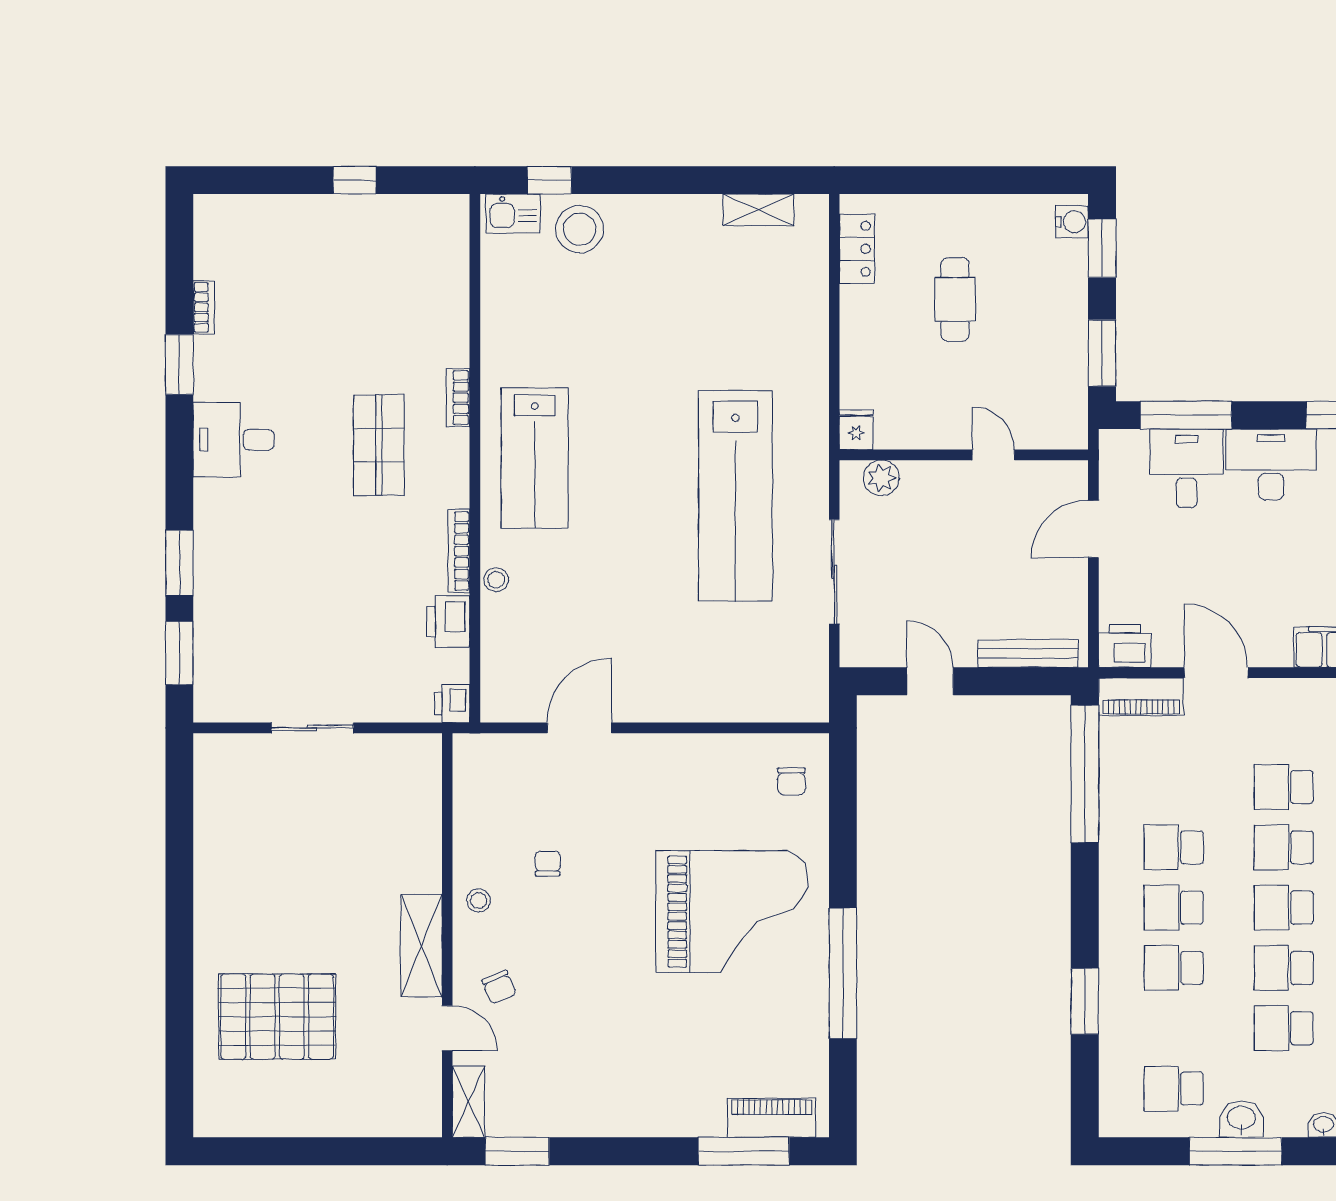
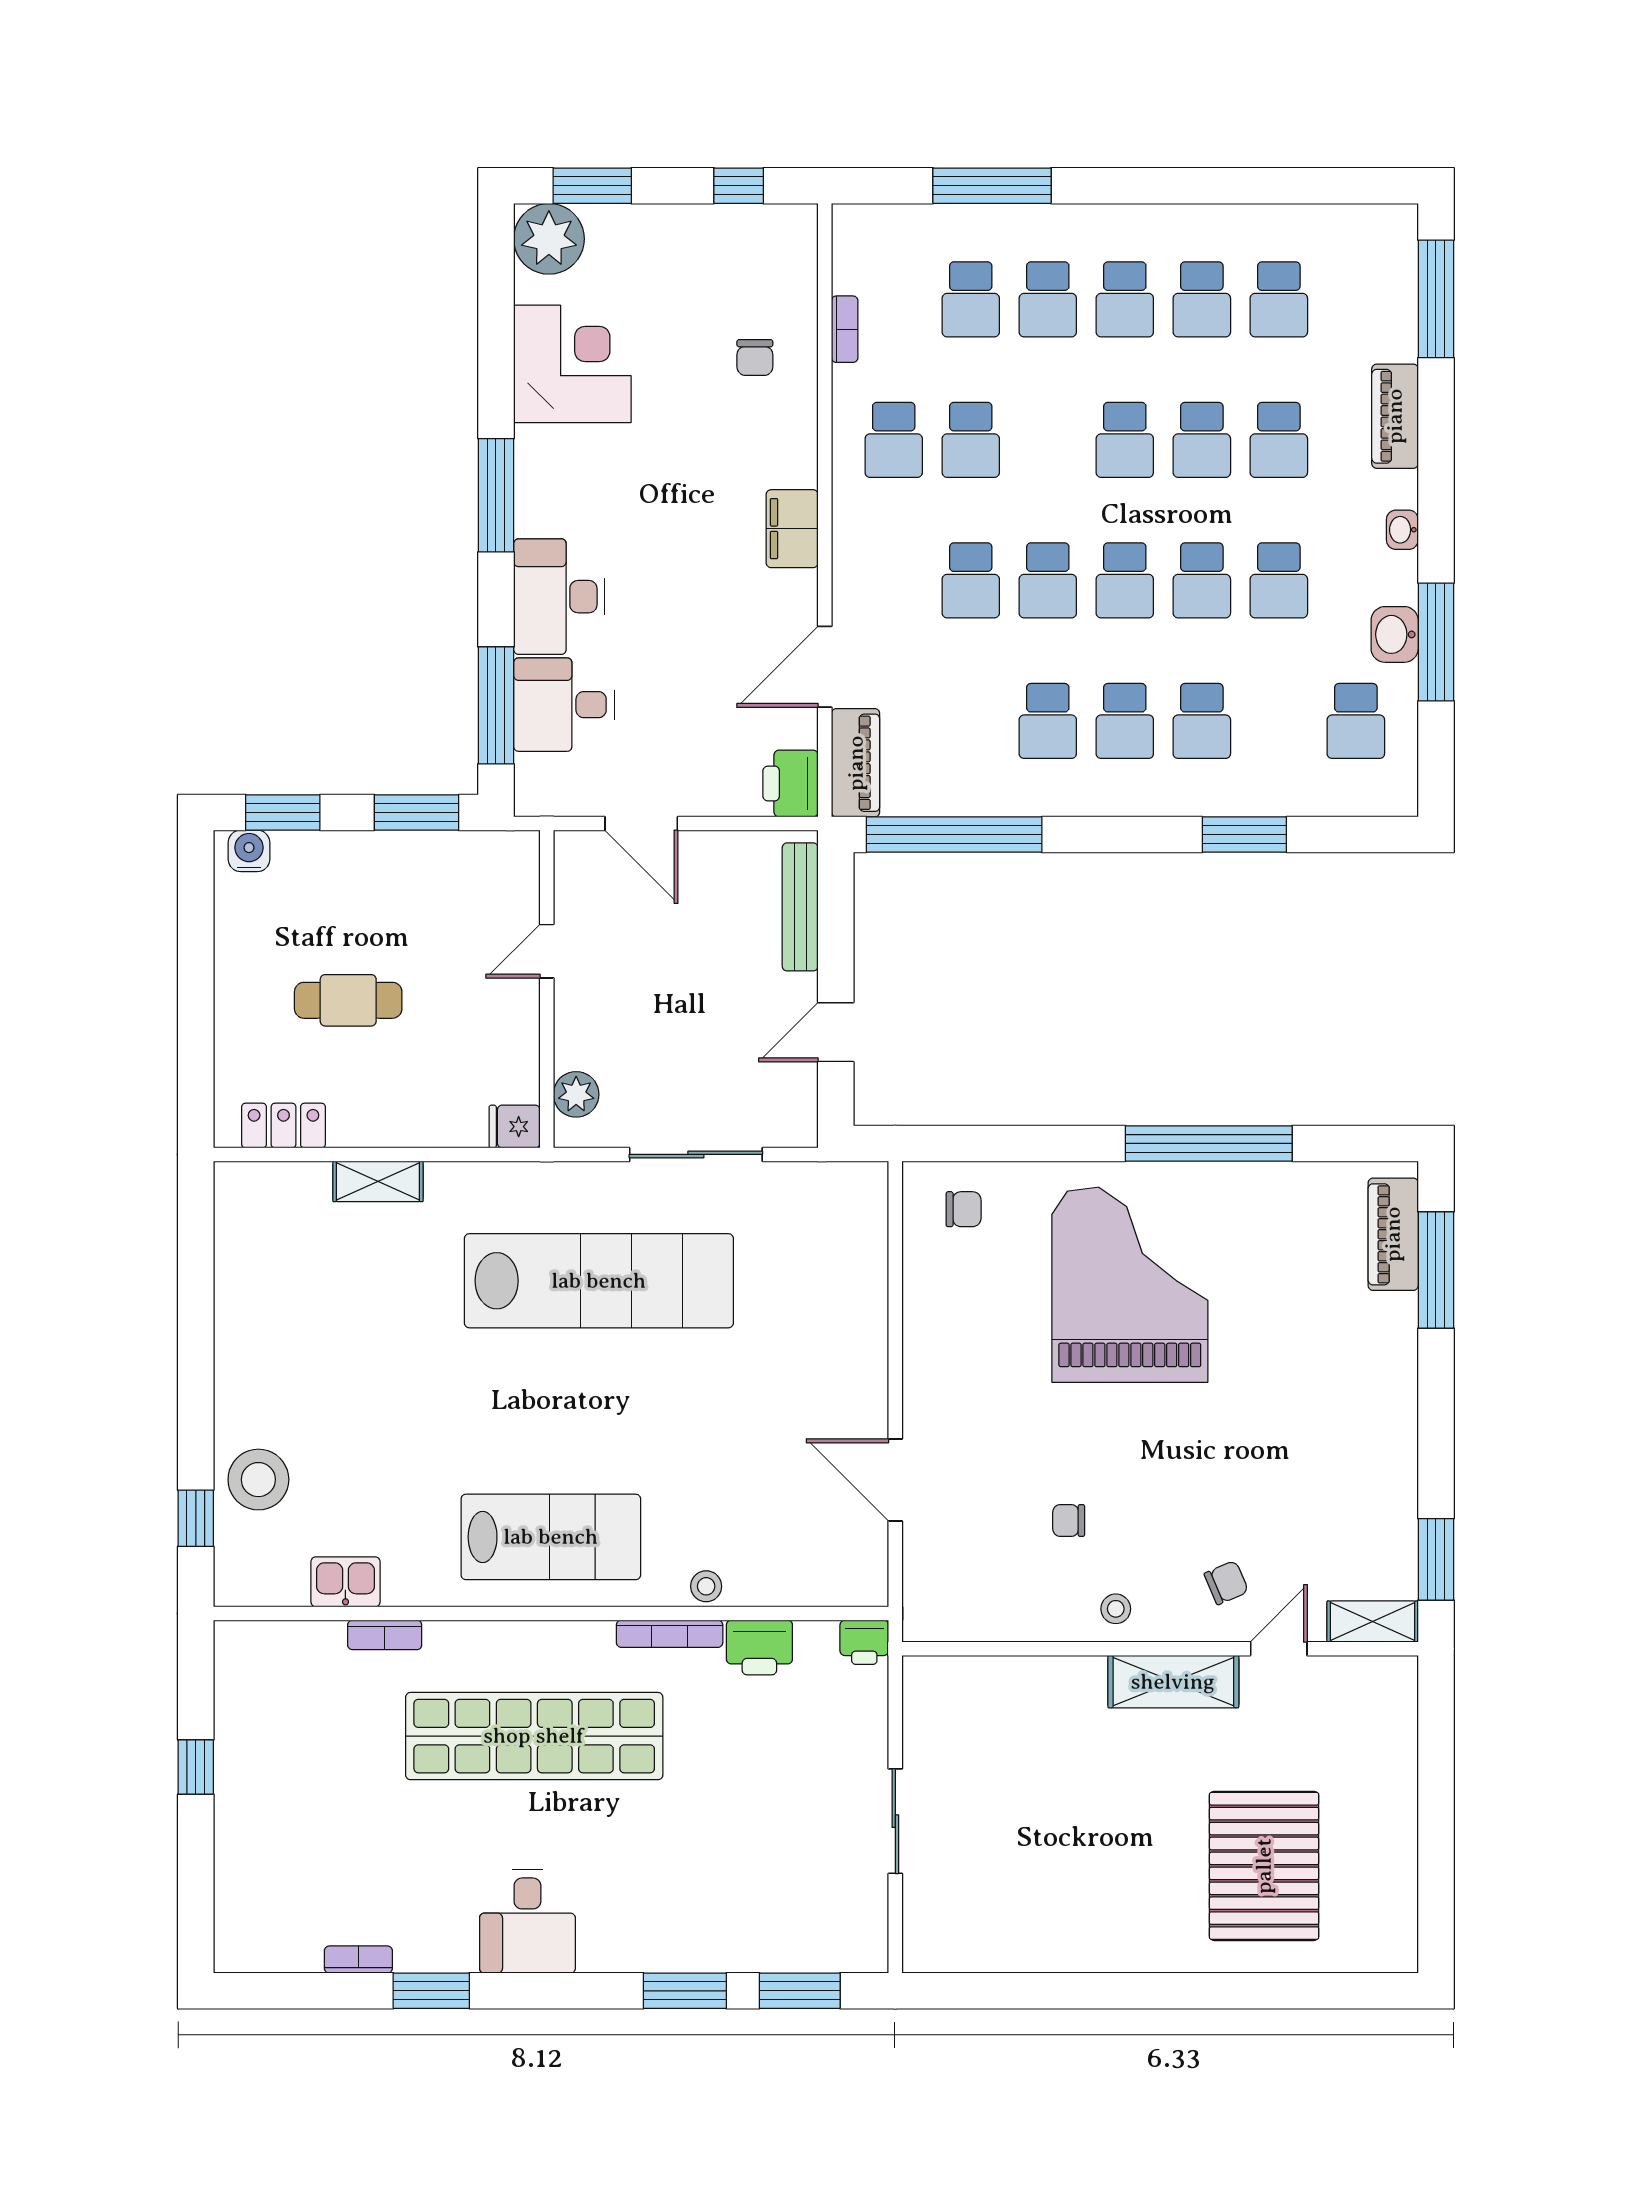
shelving: (758, 210) -> (378, 1181), moved, turned 90
kitchen sink: (513, 214) -> (345, 1582), moved, turned -90
bookcase: (458, 398) -> (385, 1635), moved
shop shelf: (379, 445) -> (534, 1736), width x2.00, depth x1.36

